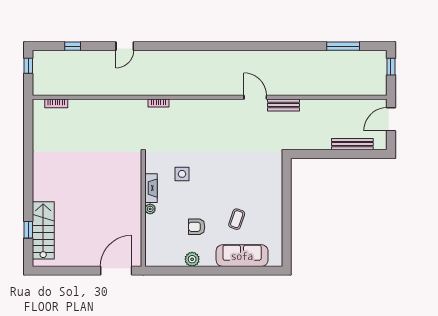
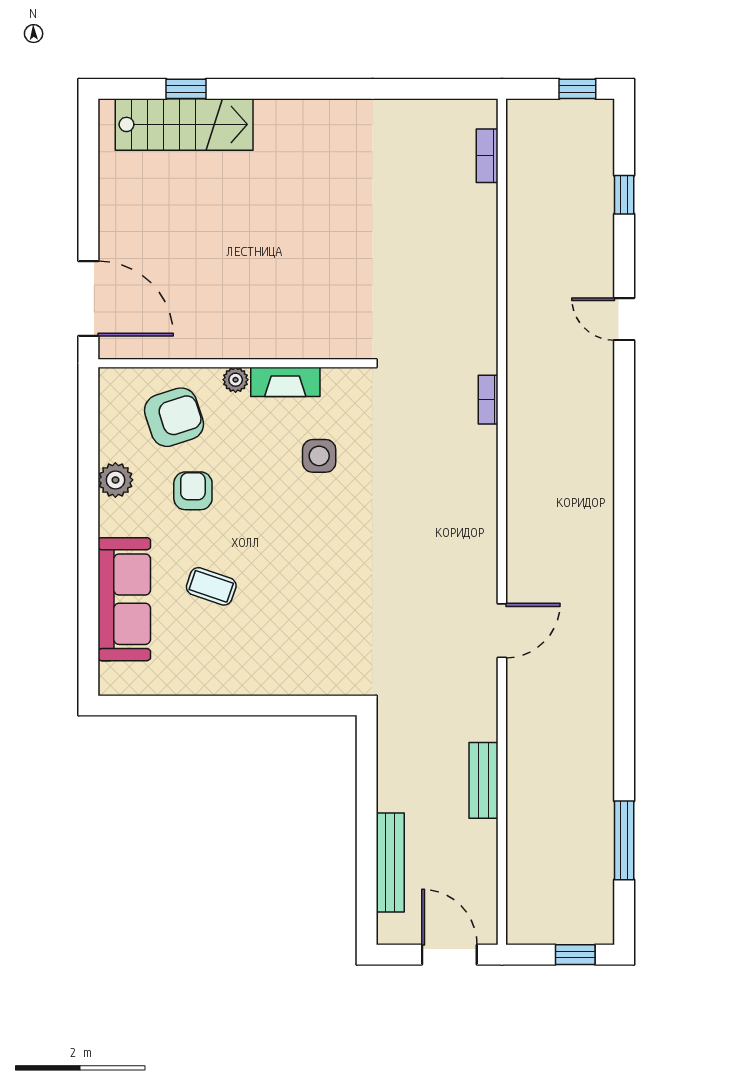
bench: (283, 105) -> (484, 780), moved
armchair: (166, 235) -> (174, 417), added

